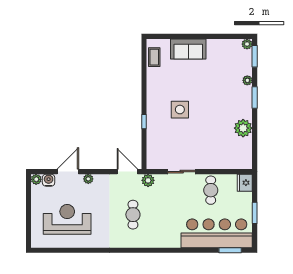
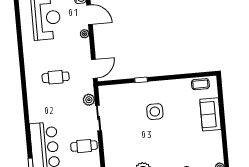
plant: (148, 180) -> (89, 100), moved

